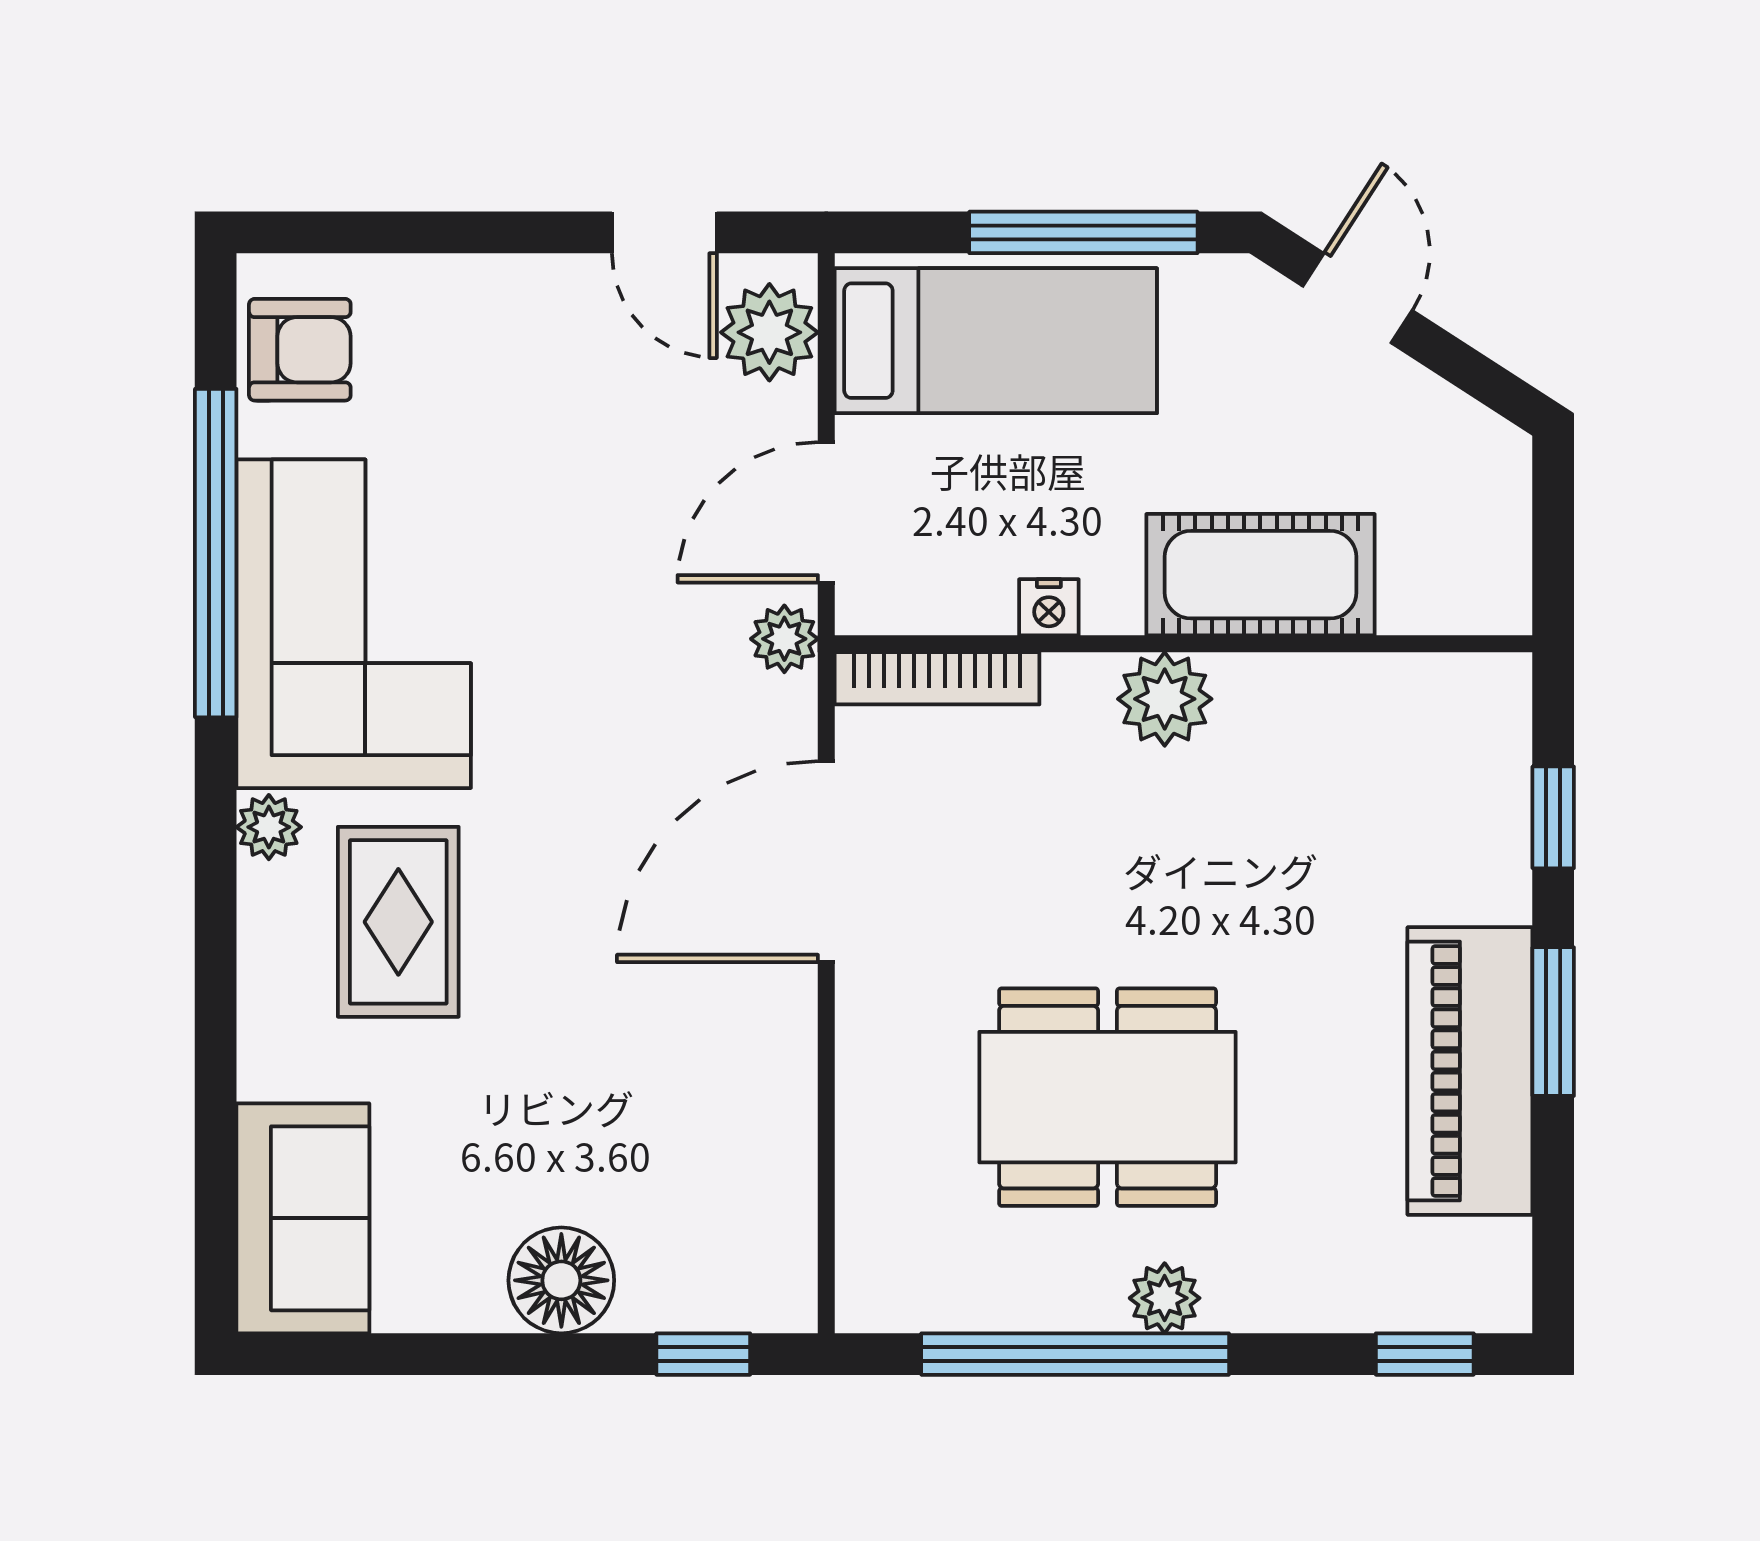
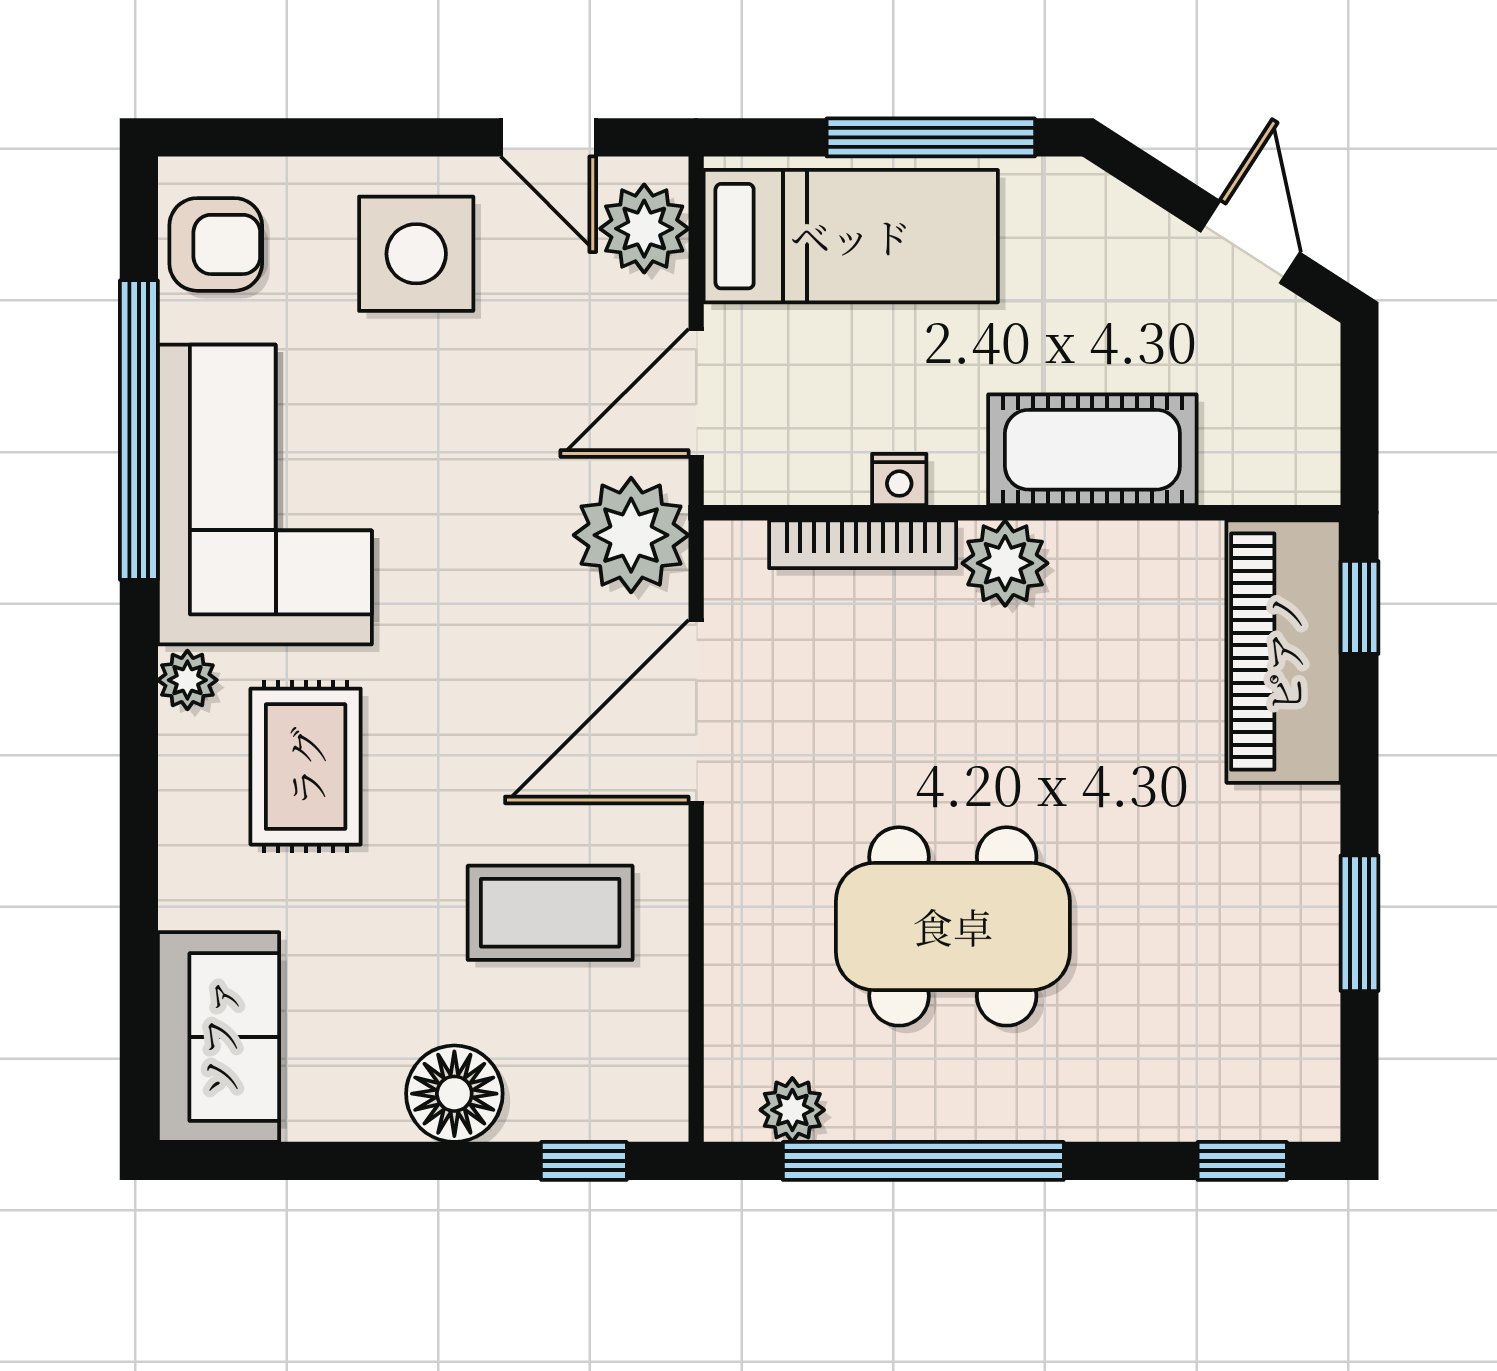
door: (1357, 298) -> (1250, 242), moved
side table: (520, 360) -> (416, 254), added
plant: (784, 639) -> (631, 535), width x1.88, depth x1.88
bookcase: (937, 678) -> (863, 544), moved
window: (1553, 817) -> (1360, 607), moved
window: (1553, 1022) -> (1360, 923), moved
piano: (1470, 1071) -> (1284, 652), moved
coffee table: (666, 1082) -> (550, 913), added
plant: (1165, 1298) -> (792, 1110), moved

